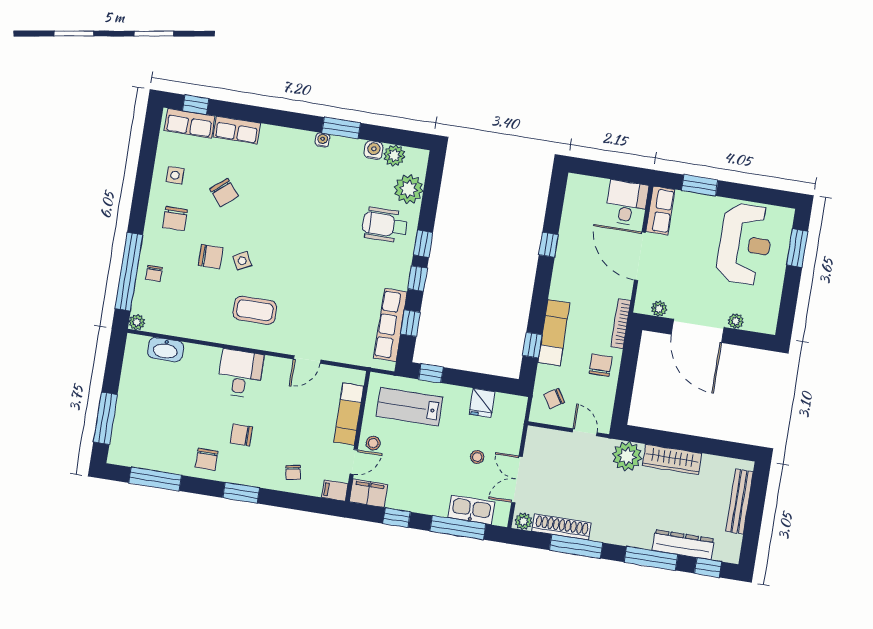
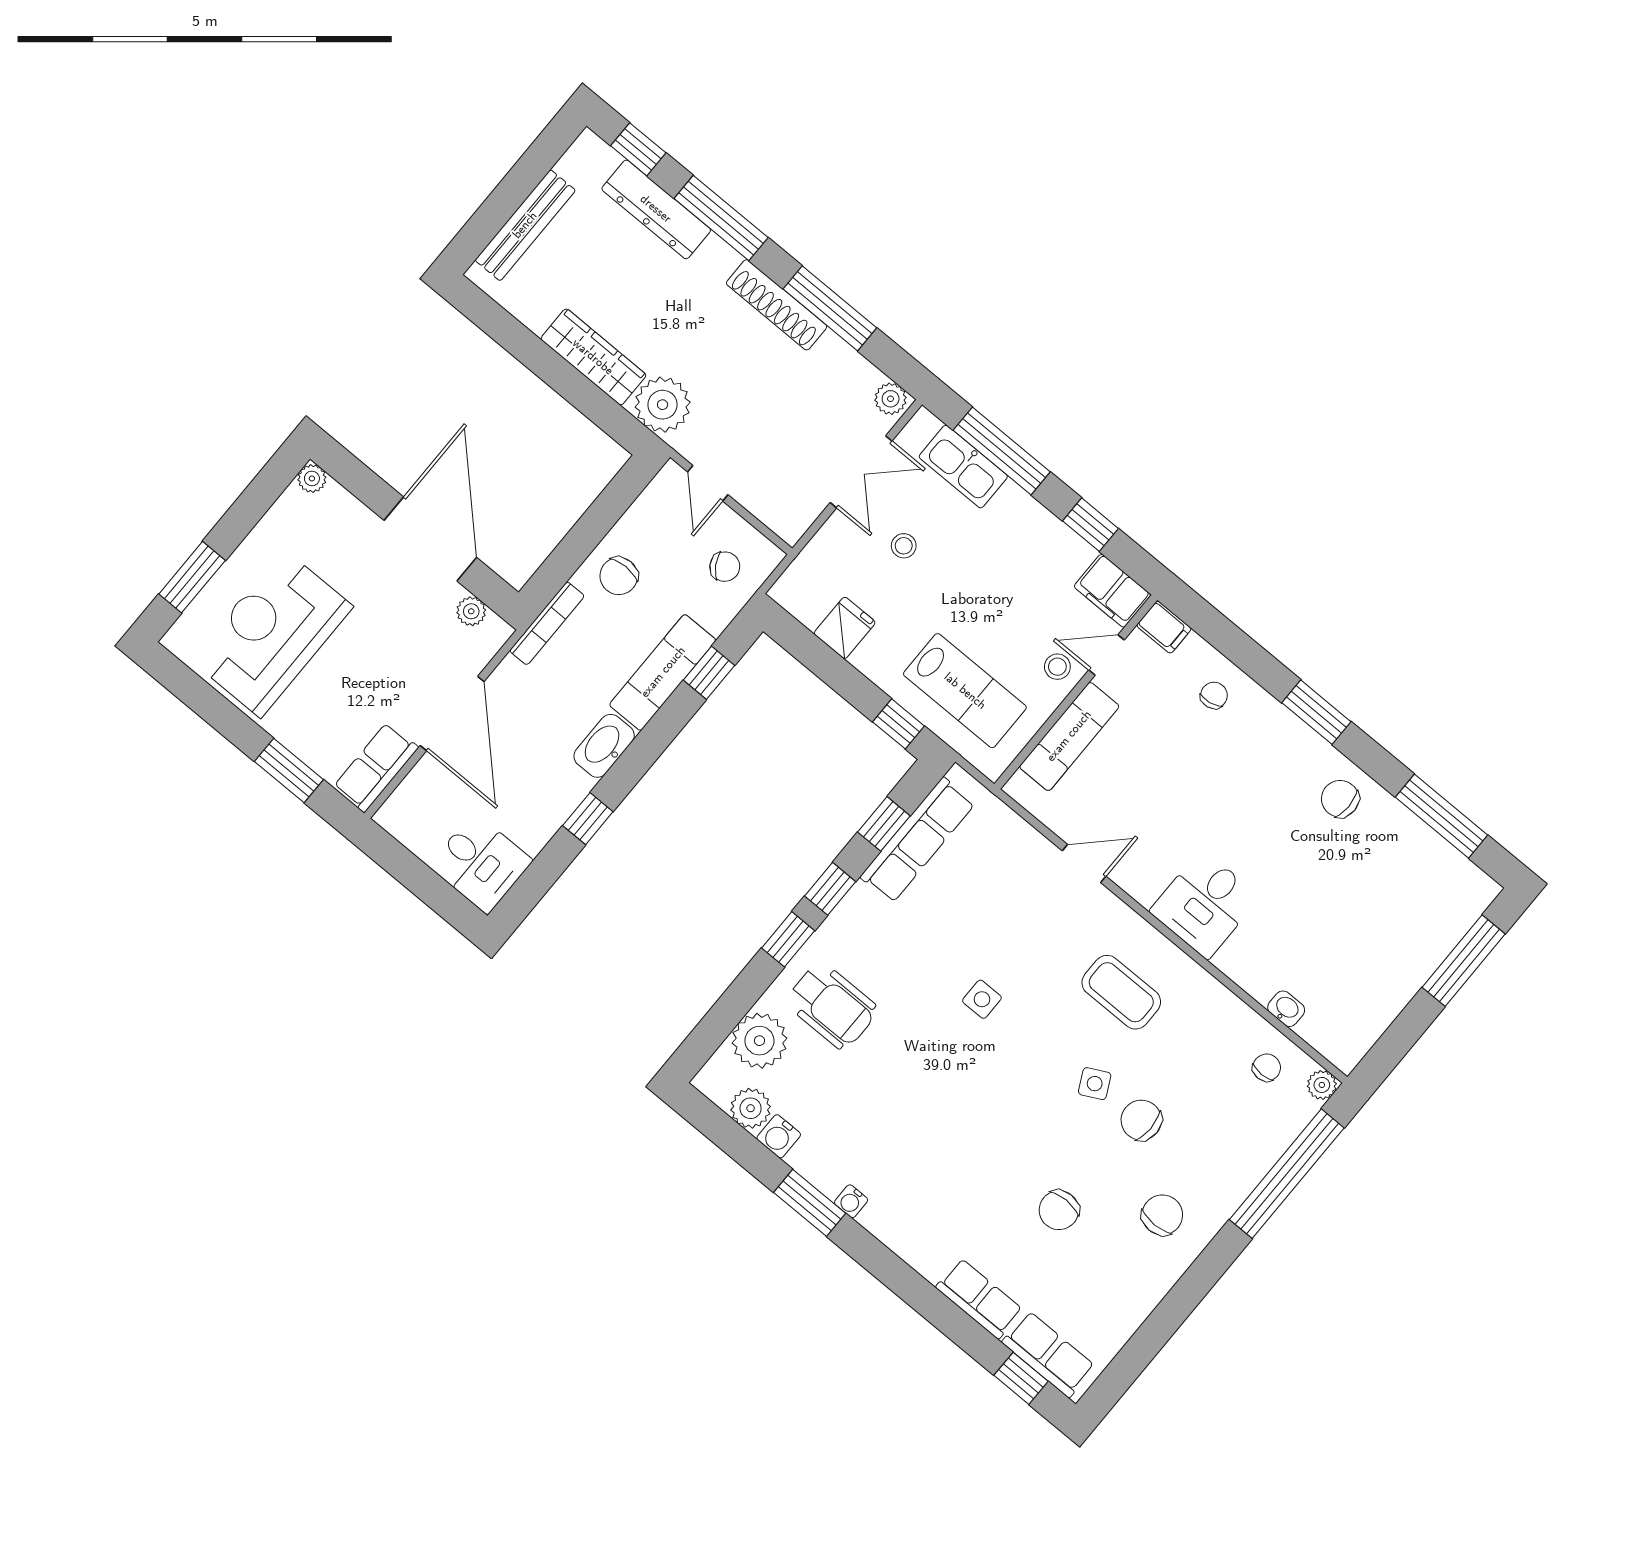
side table: (175, 175) -> (982, 999), moved
chair: (224, 193) -> (1059, 1210), turned -140
desk: (627, 203) -> (481, 863), moved, turned -90
chair: (154, 273) -> (1267, 1068), moved
washbasin: (561, 283) -> (604, 746), added
plant: (736, 321) -> (312, 478), moved
washbasin: (166, 350) -> (1286, 1009), width x0.52, depth x0.69
chair: (241, 435) -> (1261, 805), removed
chair: (207, 459) -> (1340, 799), turned -90
shoe rack: (562, 527) -> (777, 305), moved

